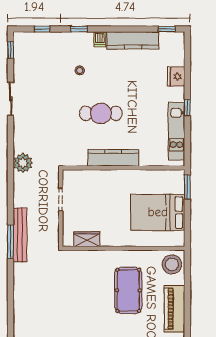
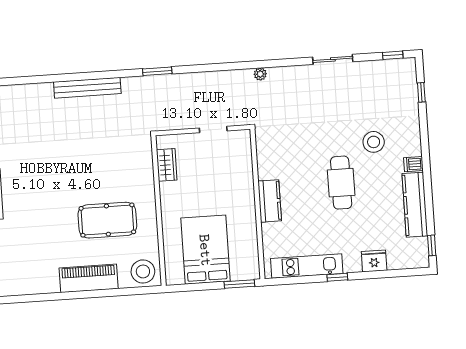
window: (79, 29) -> (424, 138), removed
stool: (80, 70) -> (374, 142), width x1.89, depth x1.89
cafe table: (101, 113) -> (341, 183), moved
kitchen counter: (113, 158) -> (270, 201), width x0.67
plant: (23, 163) -> (260, 74), width x0.53, depth x0.53
bench: (20, 235) -> (87, 88), moved
window: (11, 242) -> (157, 71), width x0.69

